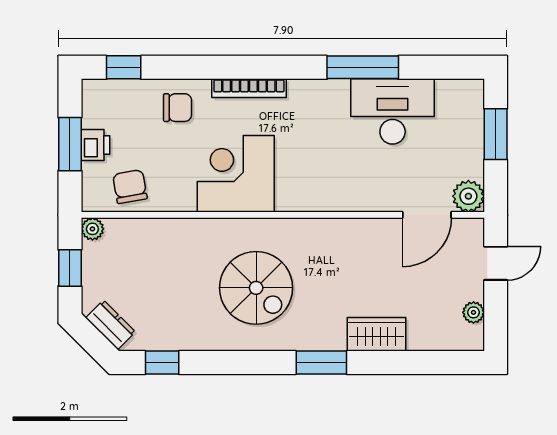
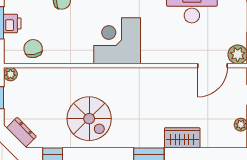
corner desk: (236, 174) -> (117, 41), moved
spiral stairs: (256, 288) -> (89, 119), moved

